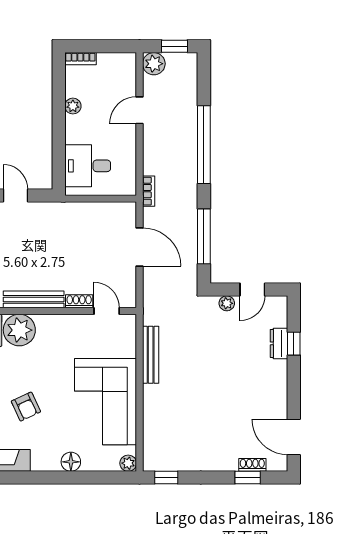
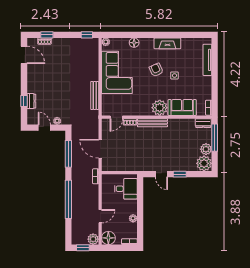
floor lamp: (123, 66) -> (108, 238), added
door: (252, 290) -> (44, 128), hinge flipped
door: (107, 311) -> (116, 117), hinge flipped

